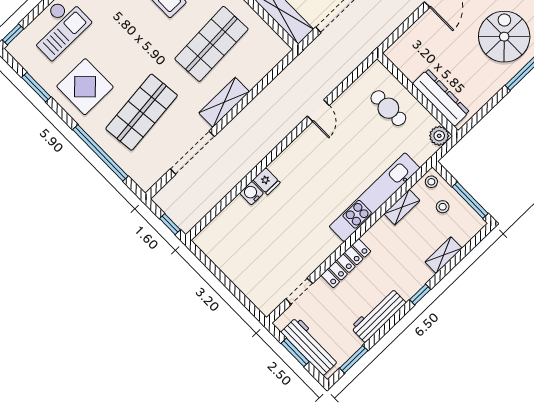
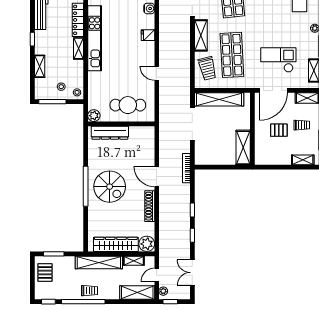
trolley: (255, 57) -> (207, 68), added
cafe table: (388, 108) -> (128, 105), width x1.37, depth x1.35
fridge: (267, 181) -> (148, 35), moved
kitchen unit: (375, 197) -> (95, 38), moved
shelving: (402, 207) -> (78, 48), moved

